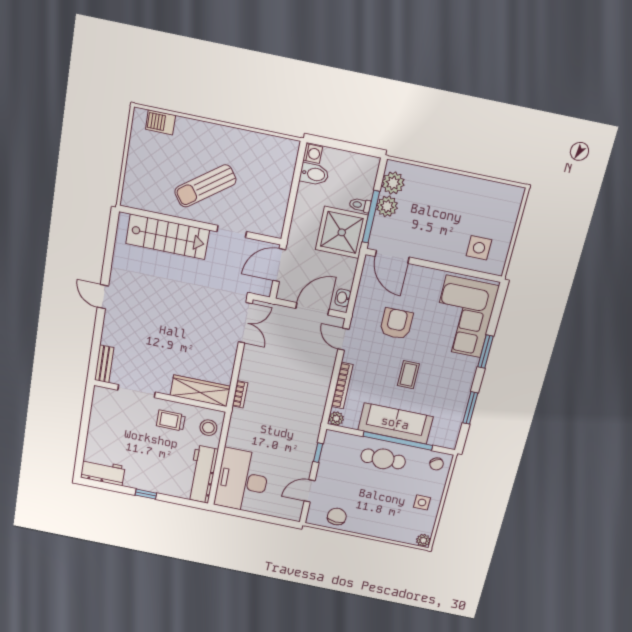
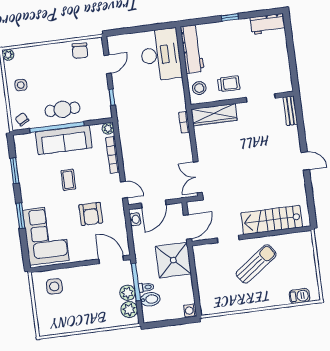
bidet: (314, 174) -> (150, 299), moved, turned 180
shower: (342, 232) -> (173, 260), moved

